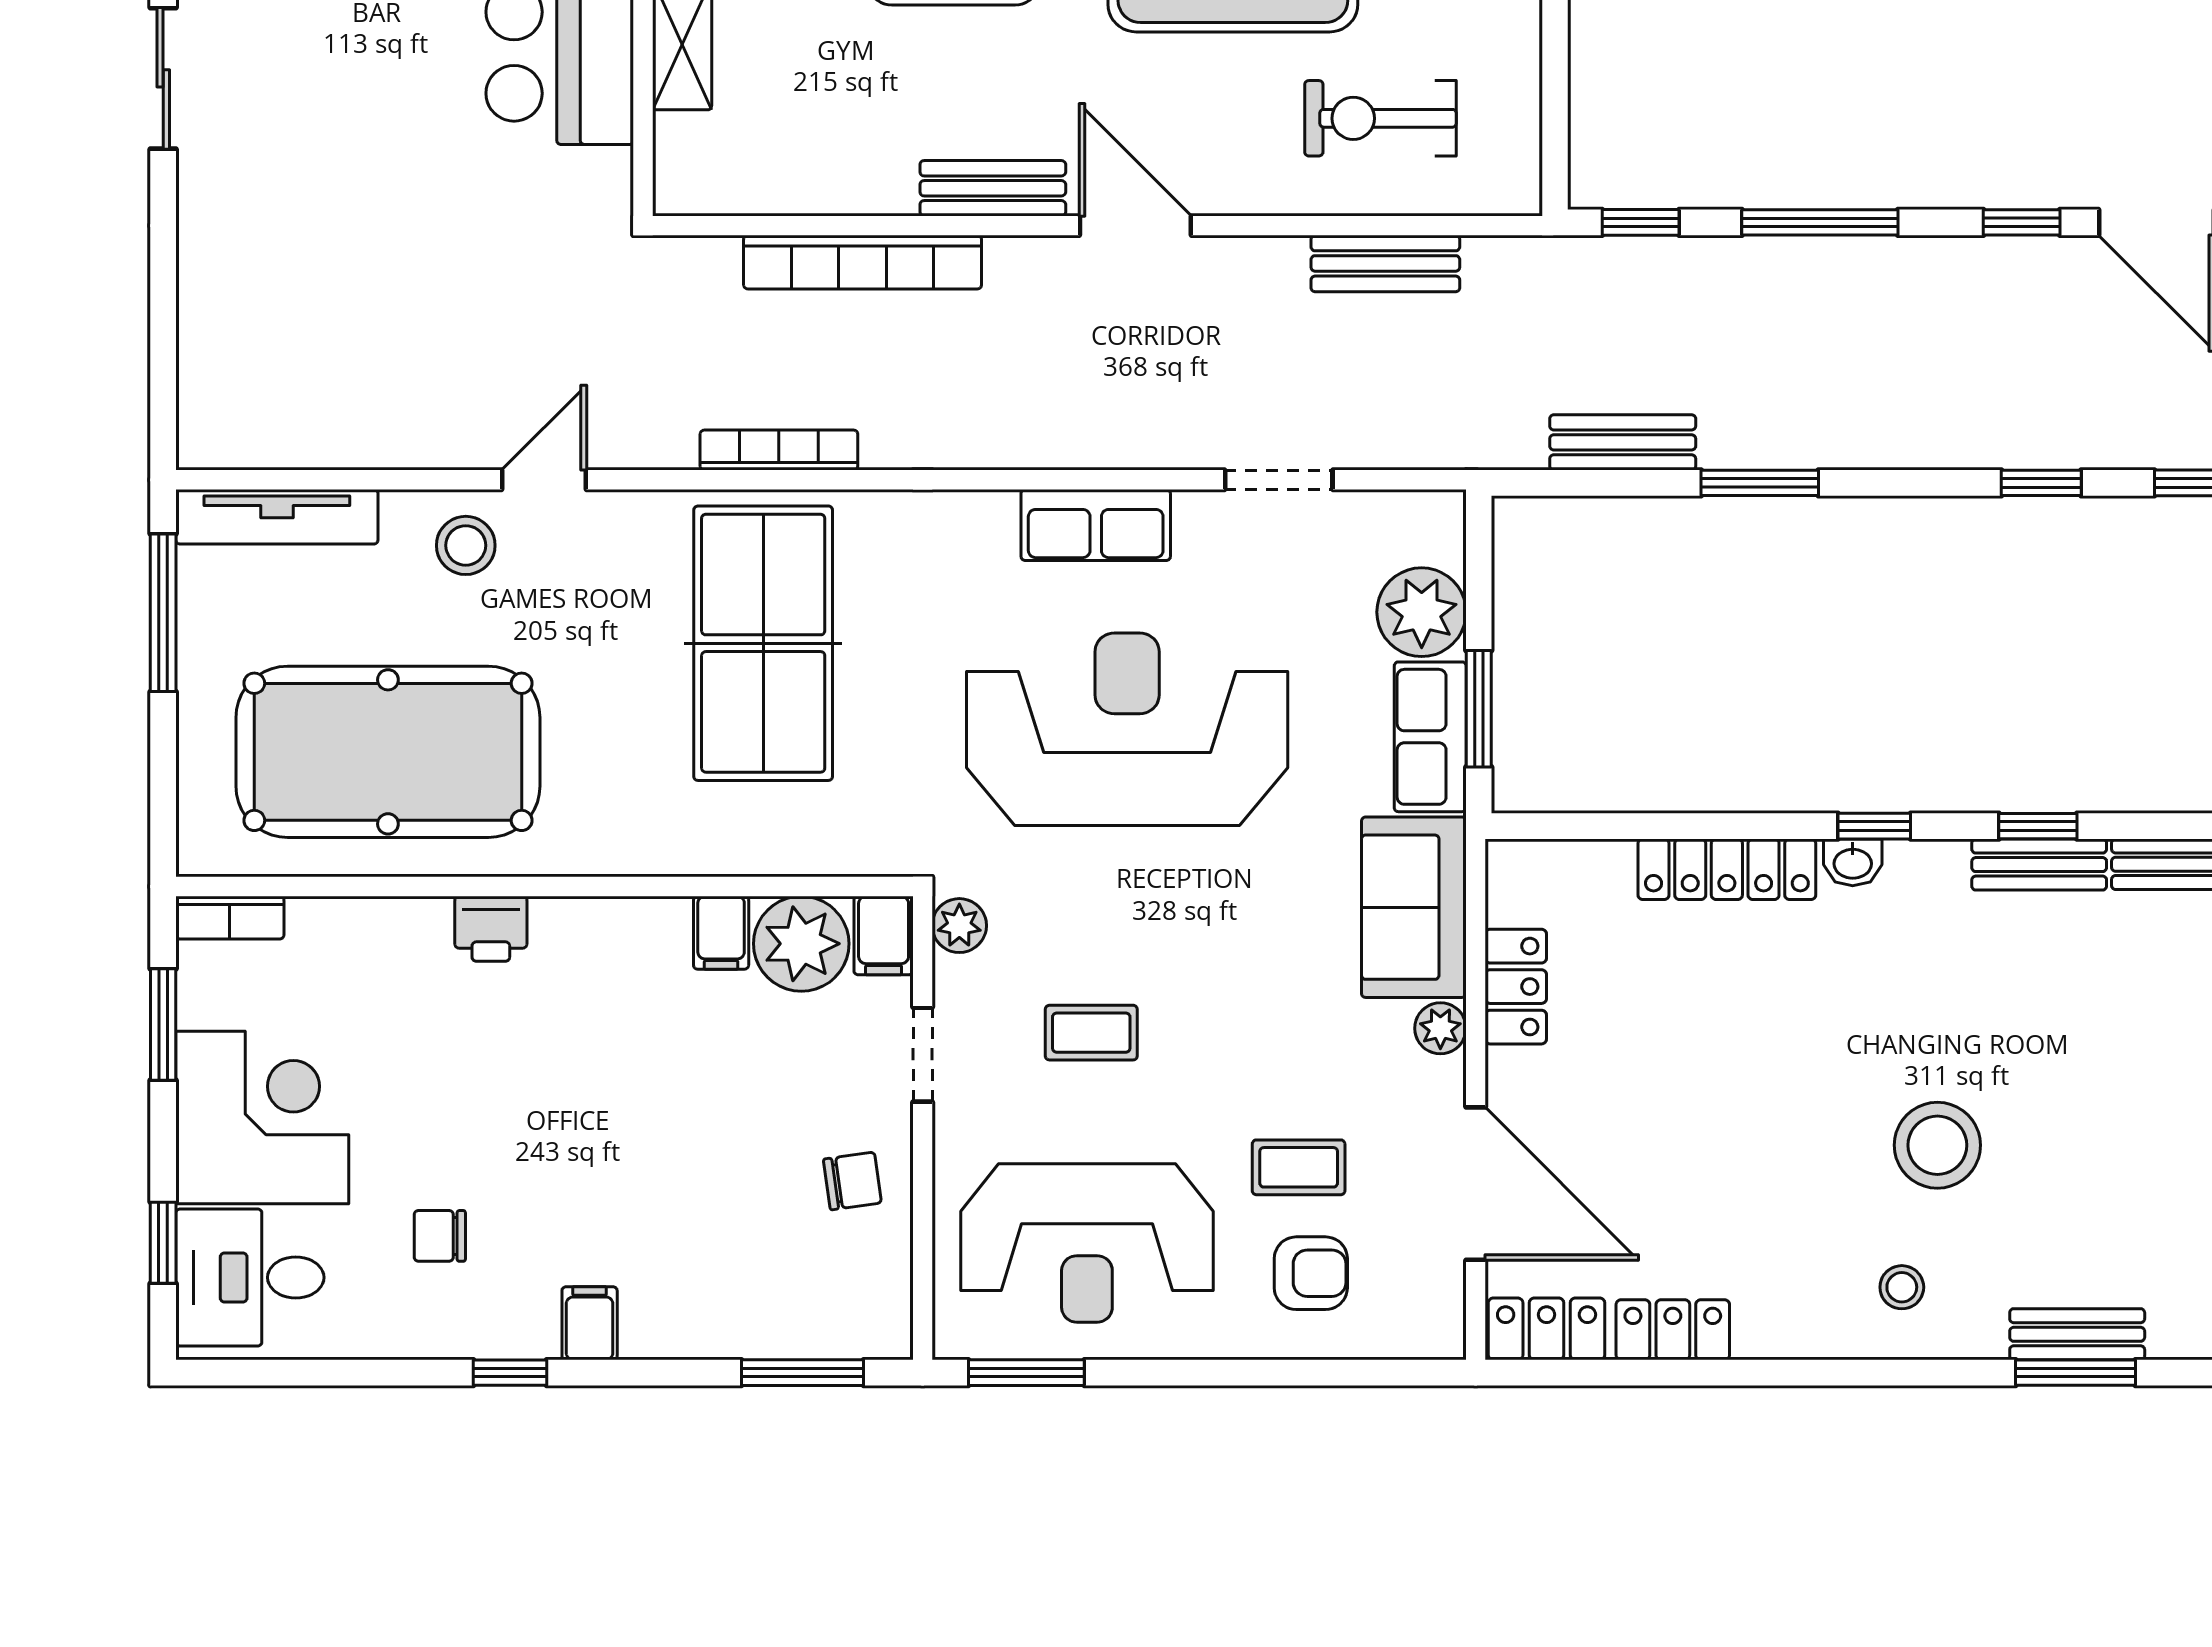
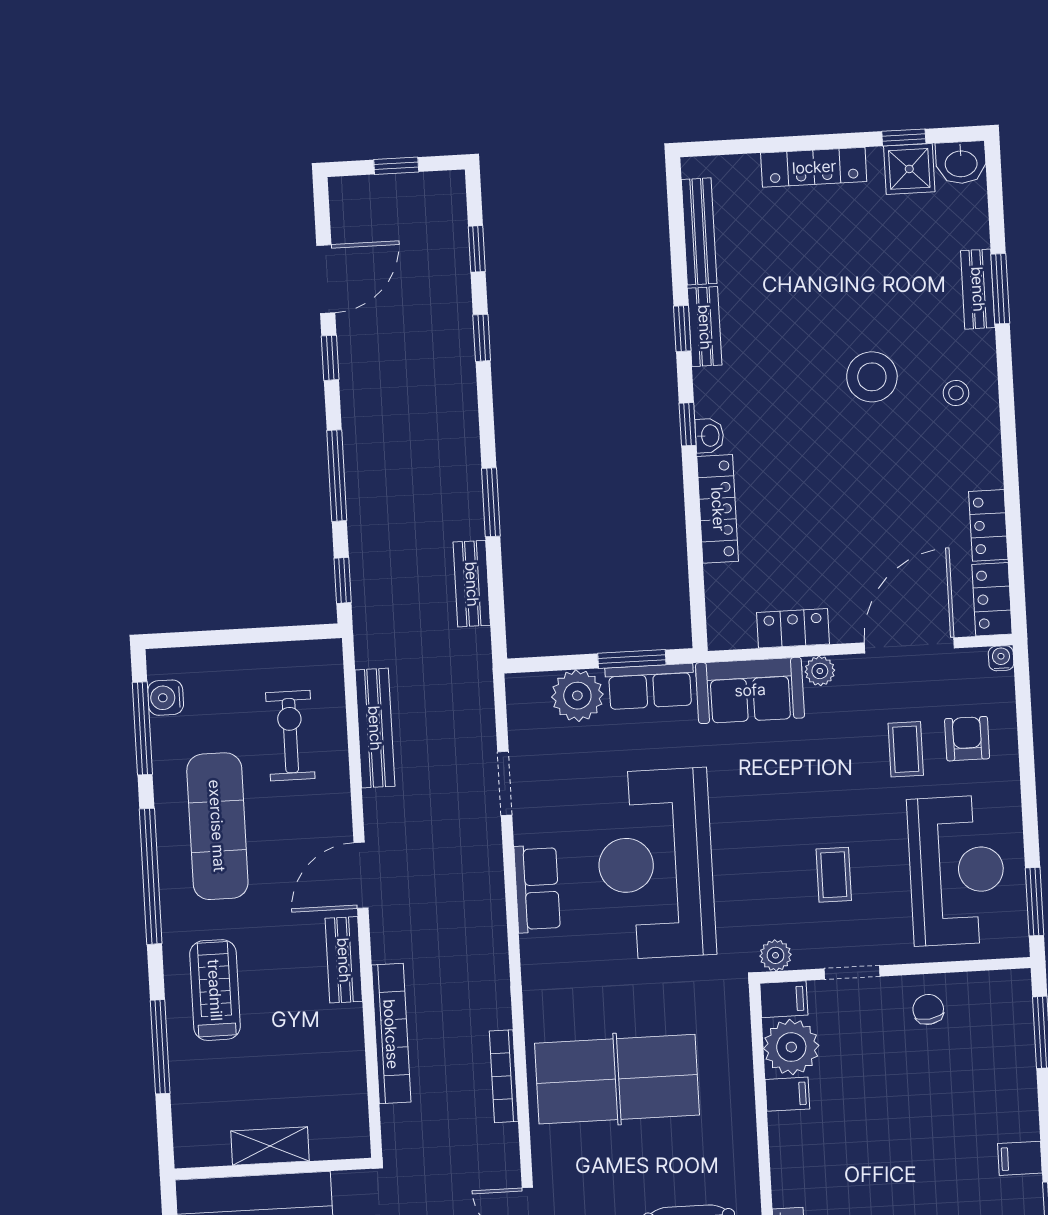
exercise bike: (1380, 118) -> (290, 736), turned 180
bench: (1385, 263) -> (375, 728), width x1.36
water cooler: (1445, 1339) -> (1001, 658), added

